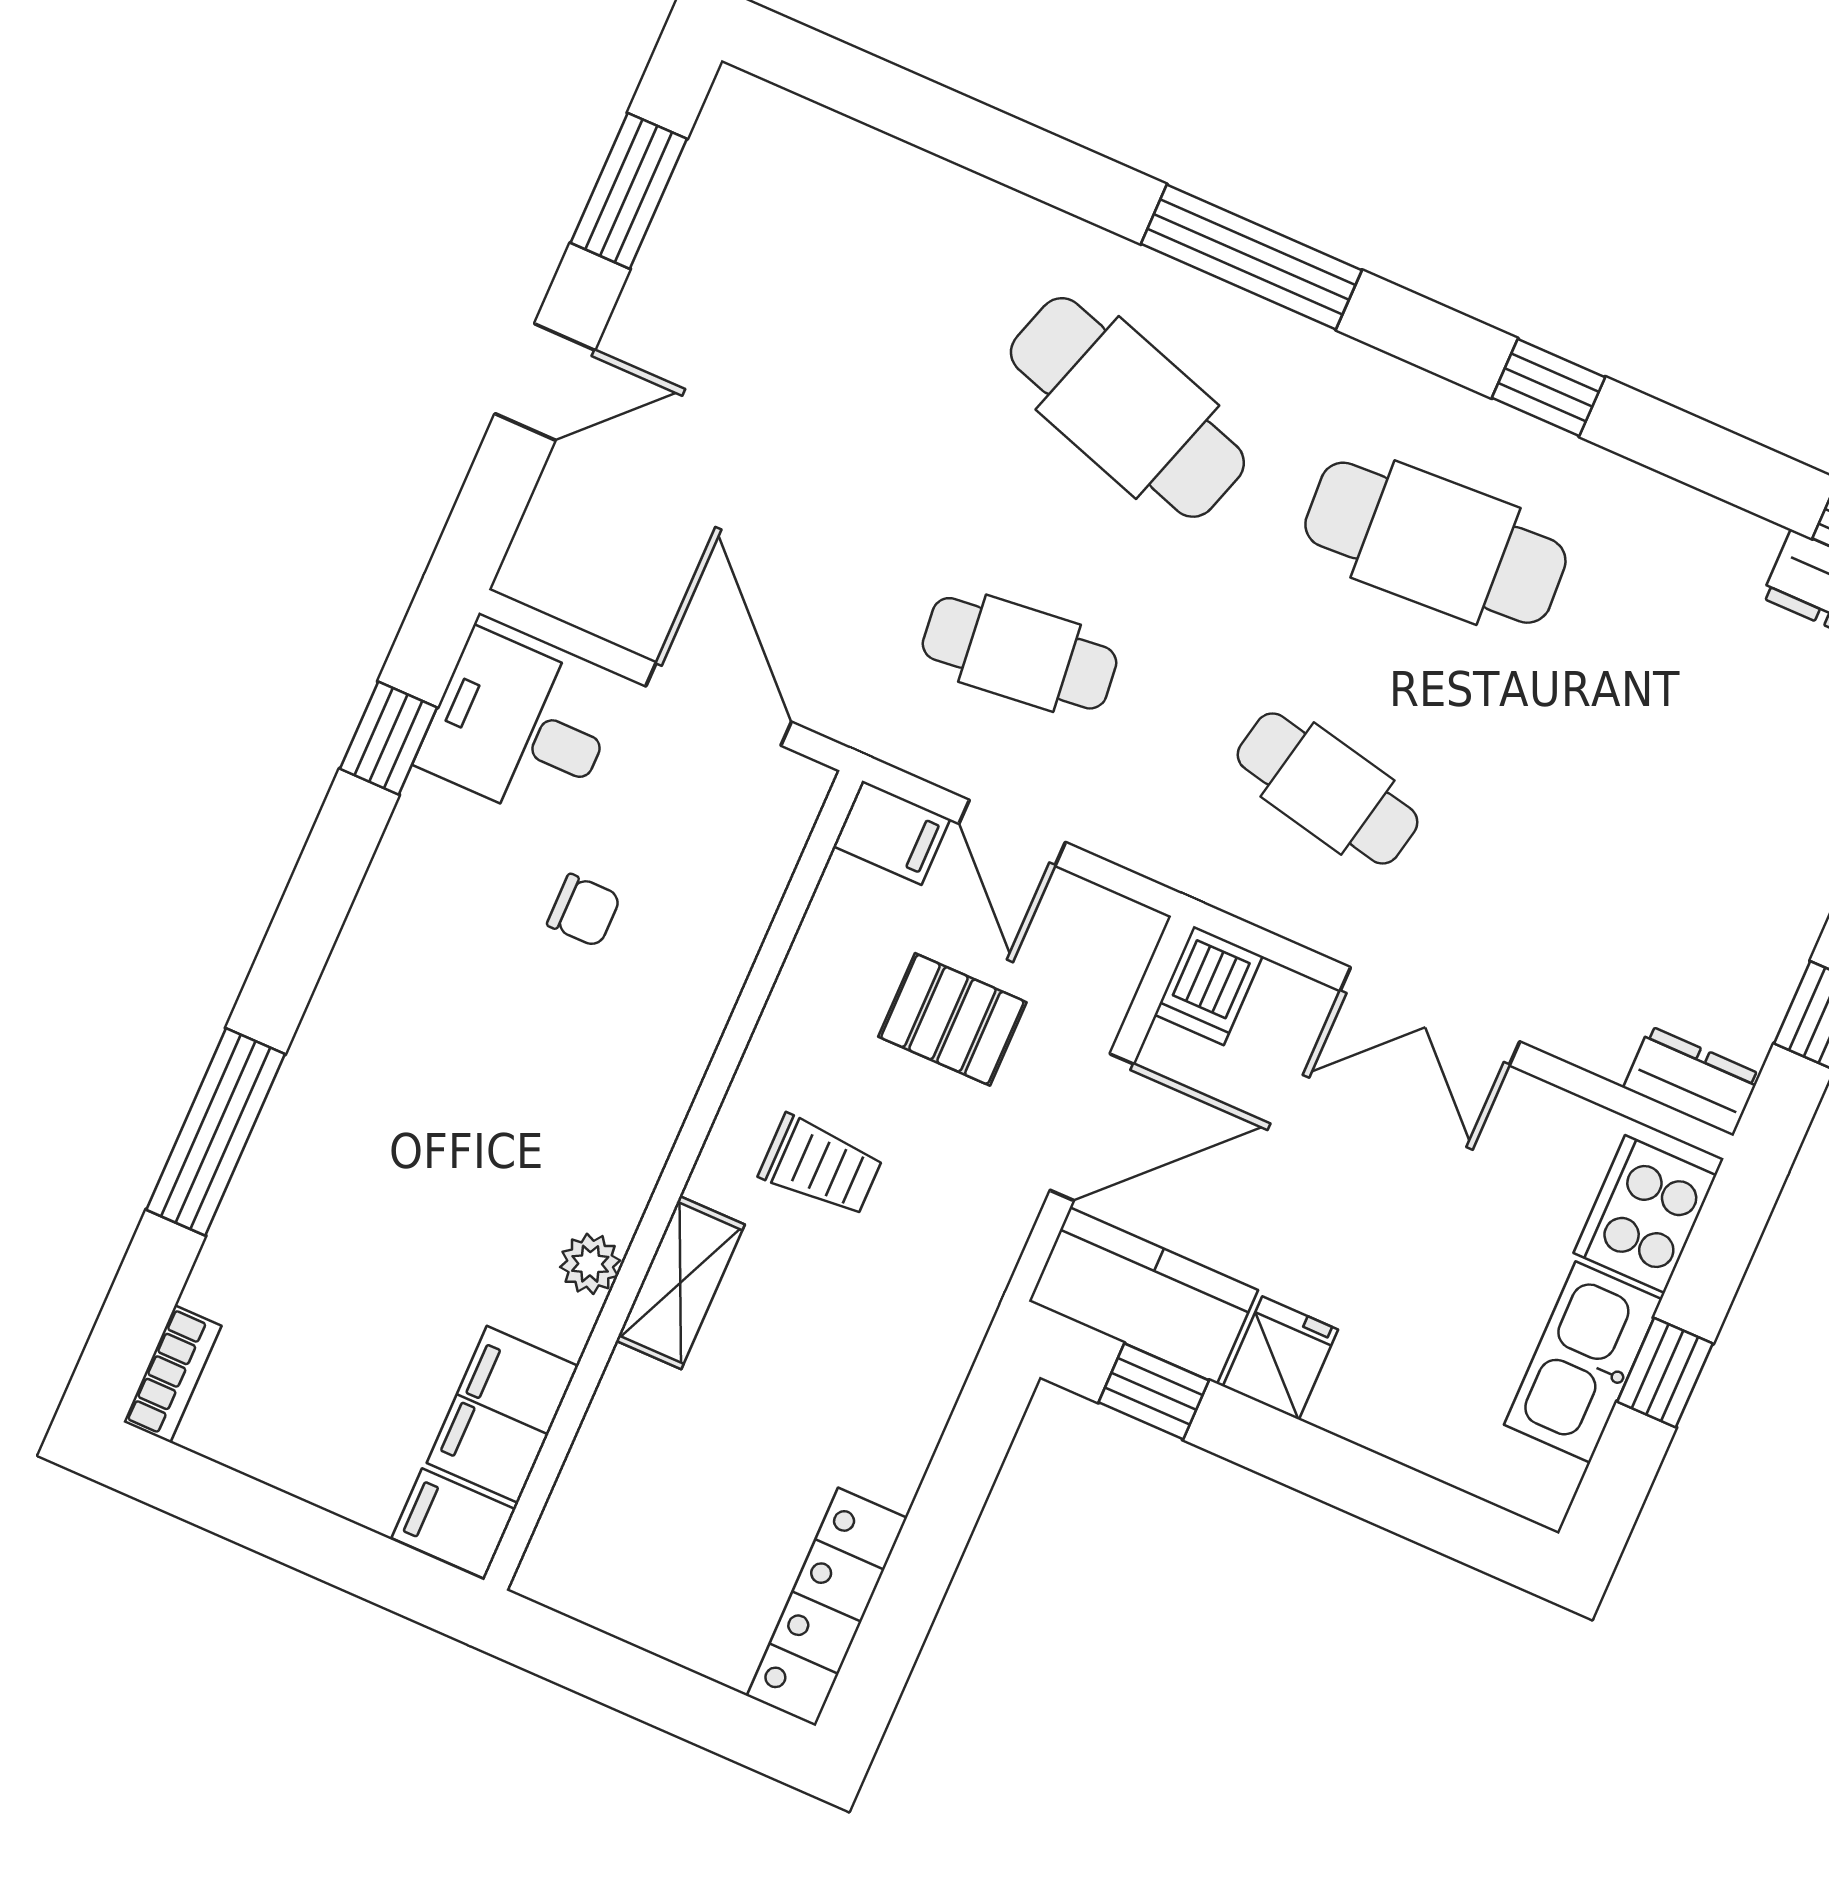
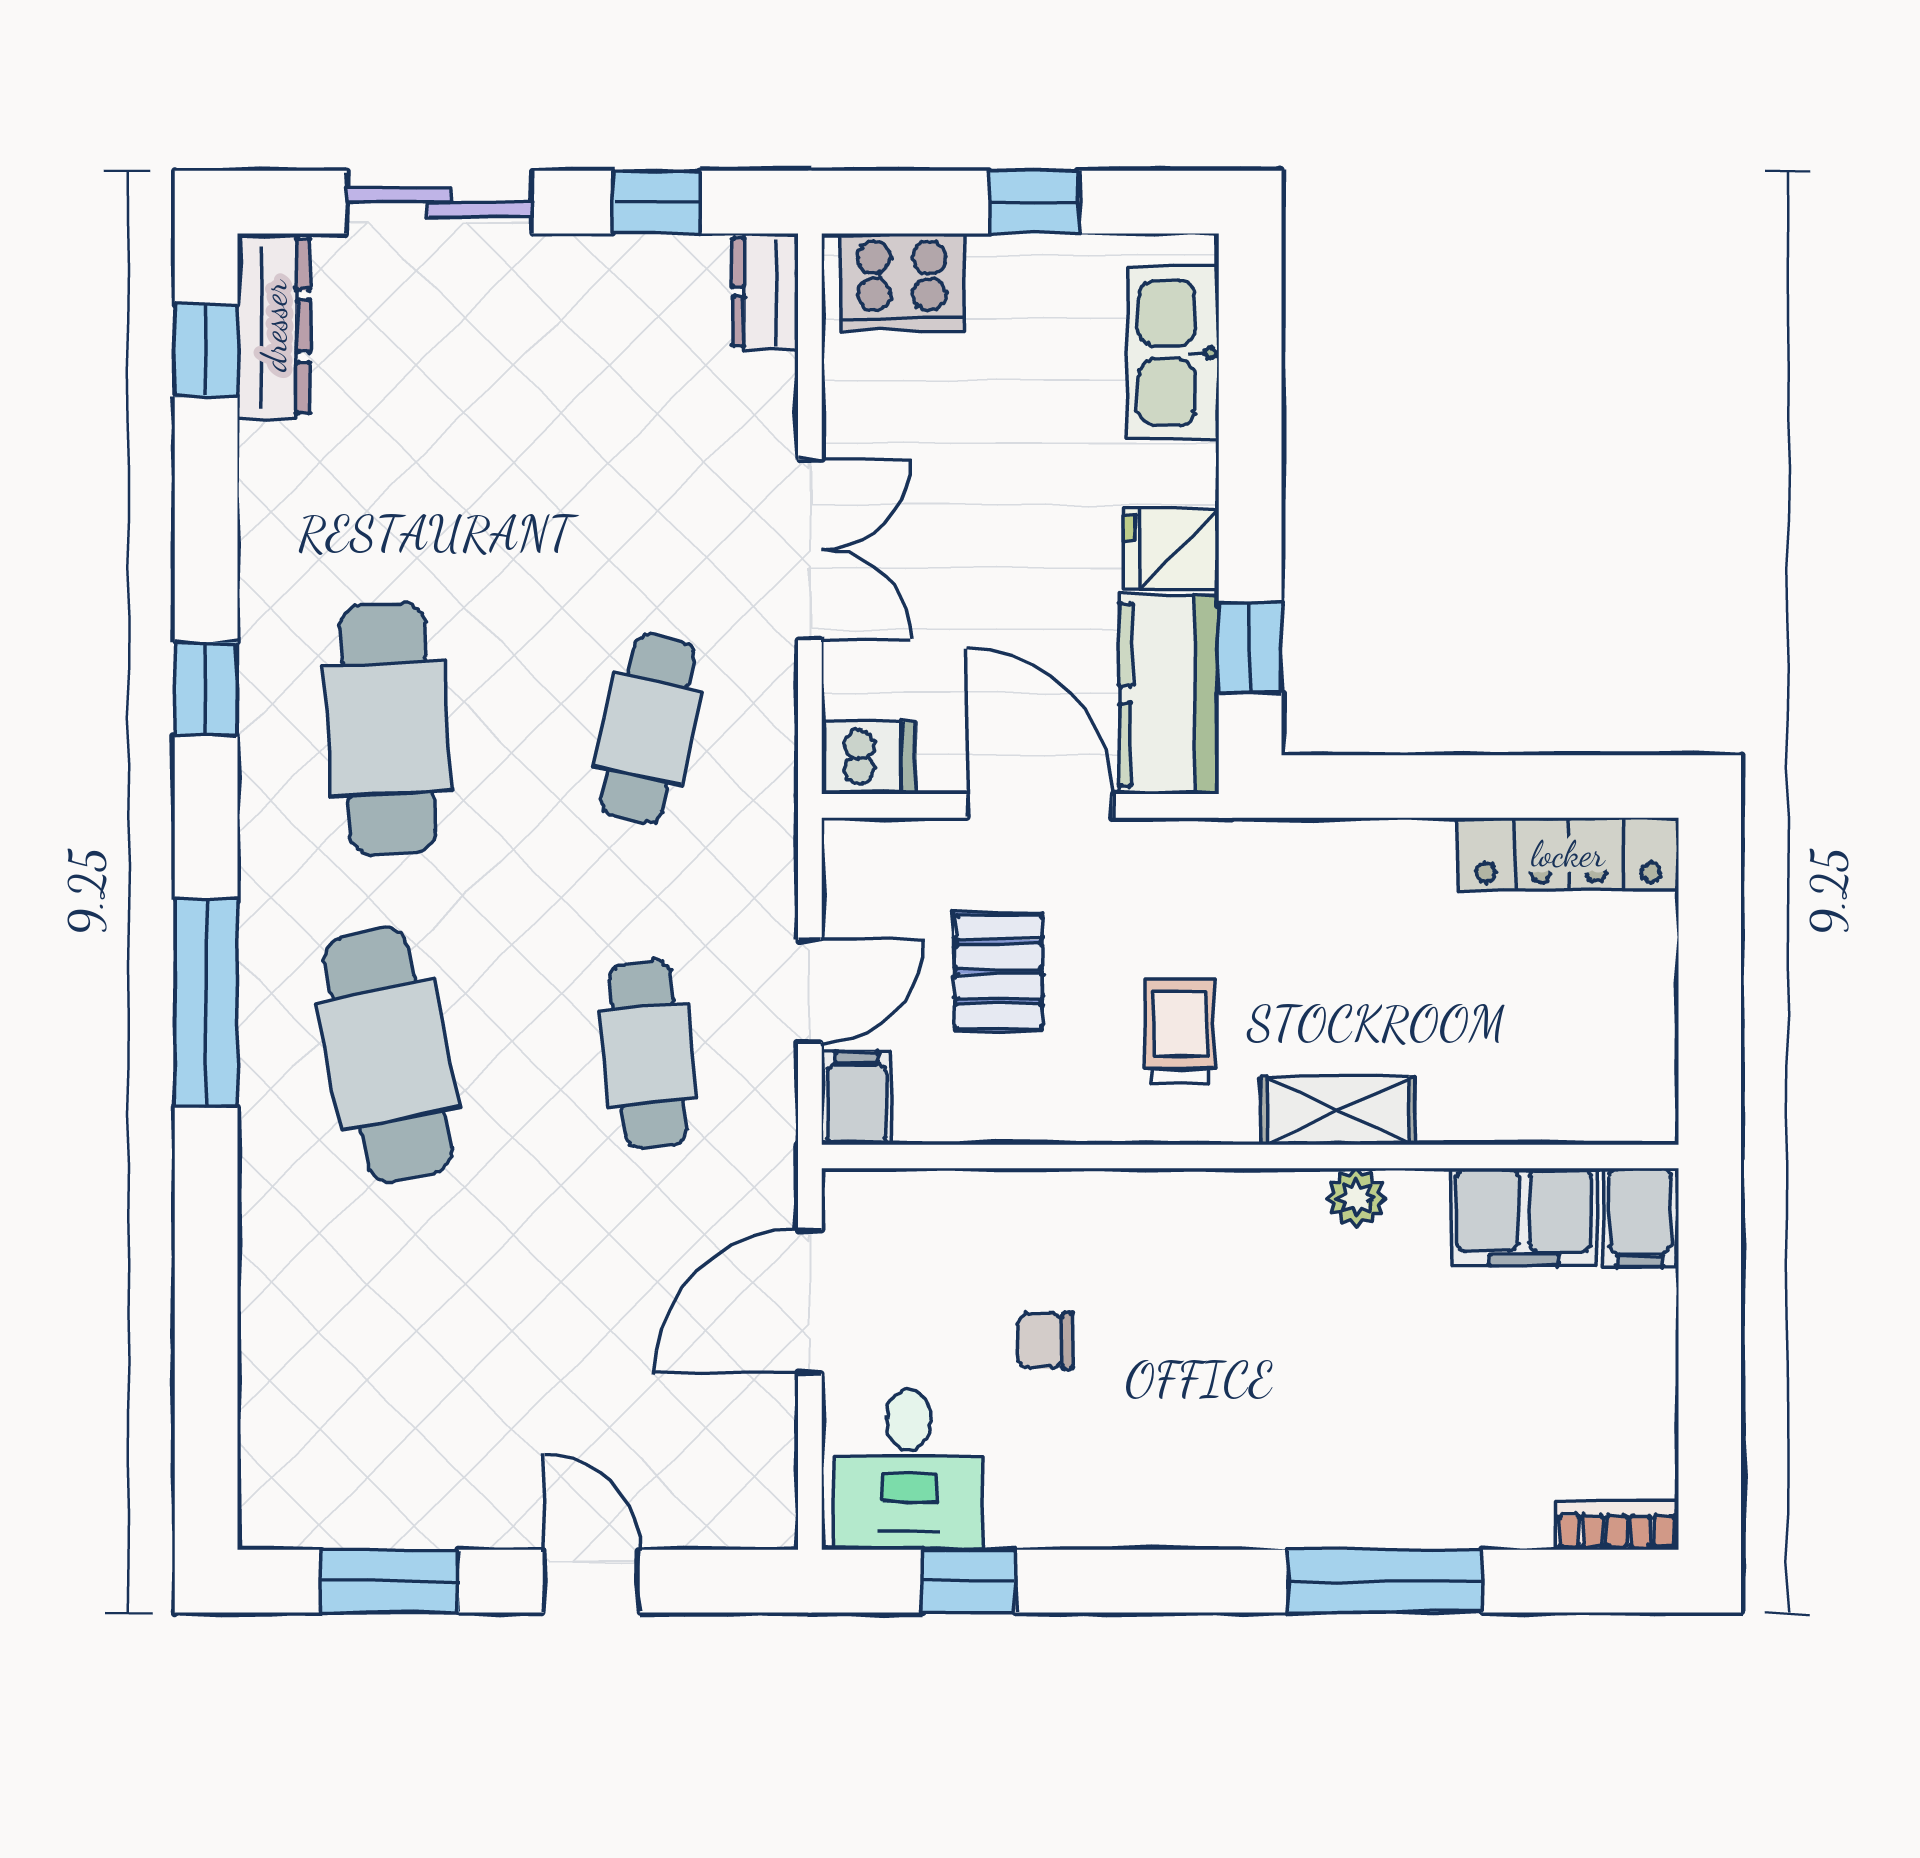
cafe table: (1127, 407) -> (388, 1055), turned -30
chair: (584, 910) -> (1045, 1341), turned -90
kitchen sink: (1583, 1362) -> (1173, 353), moved, turned 90

